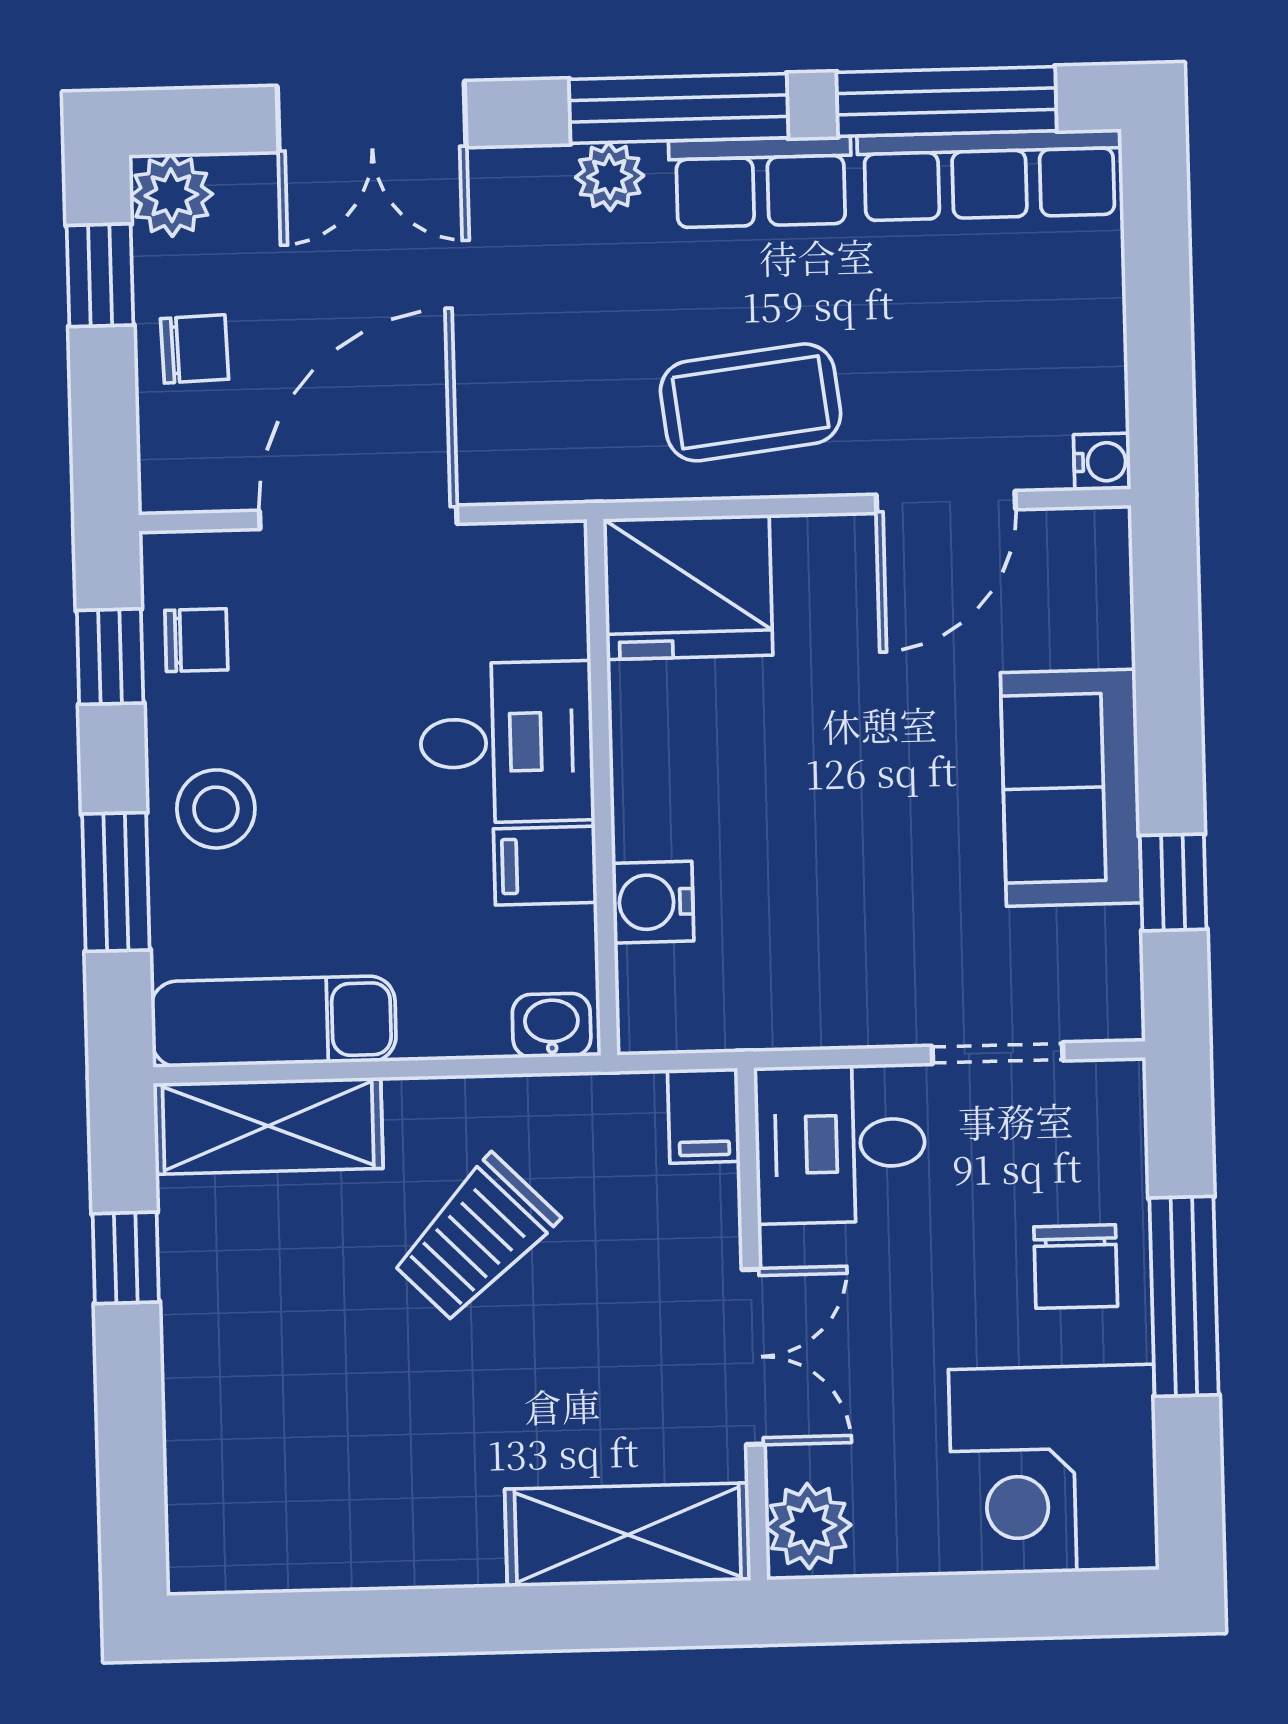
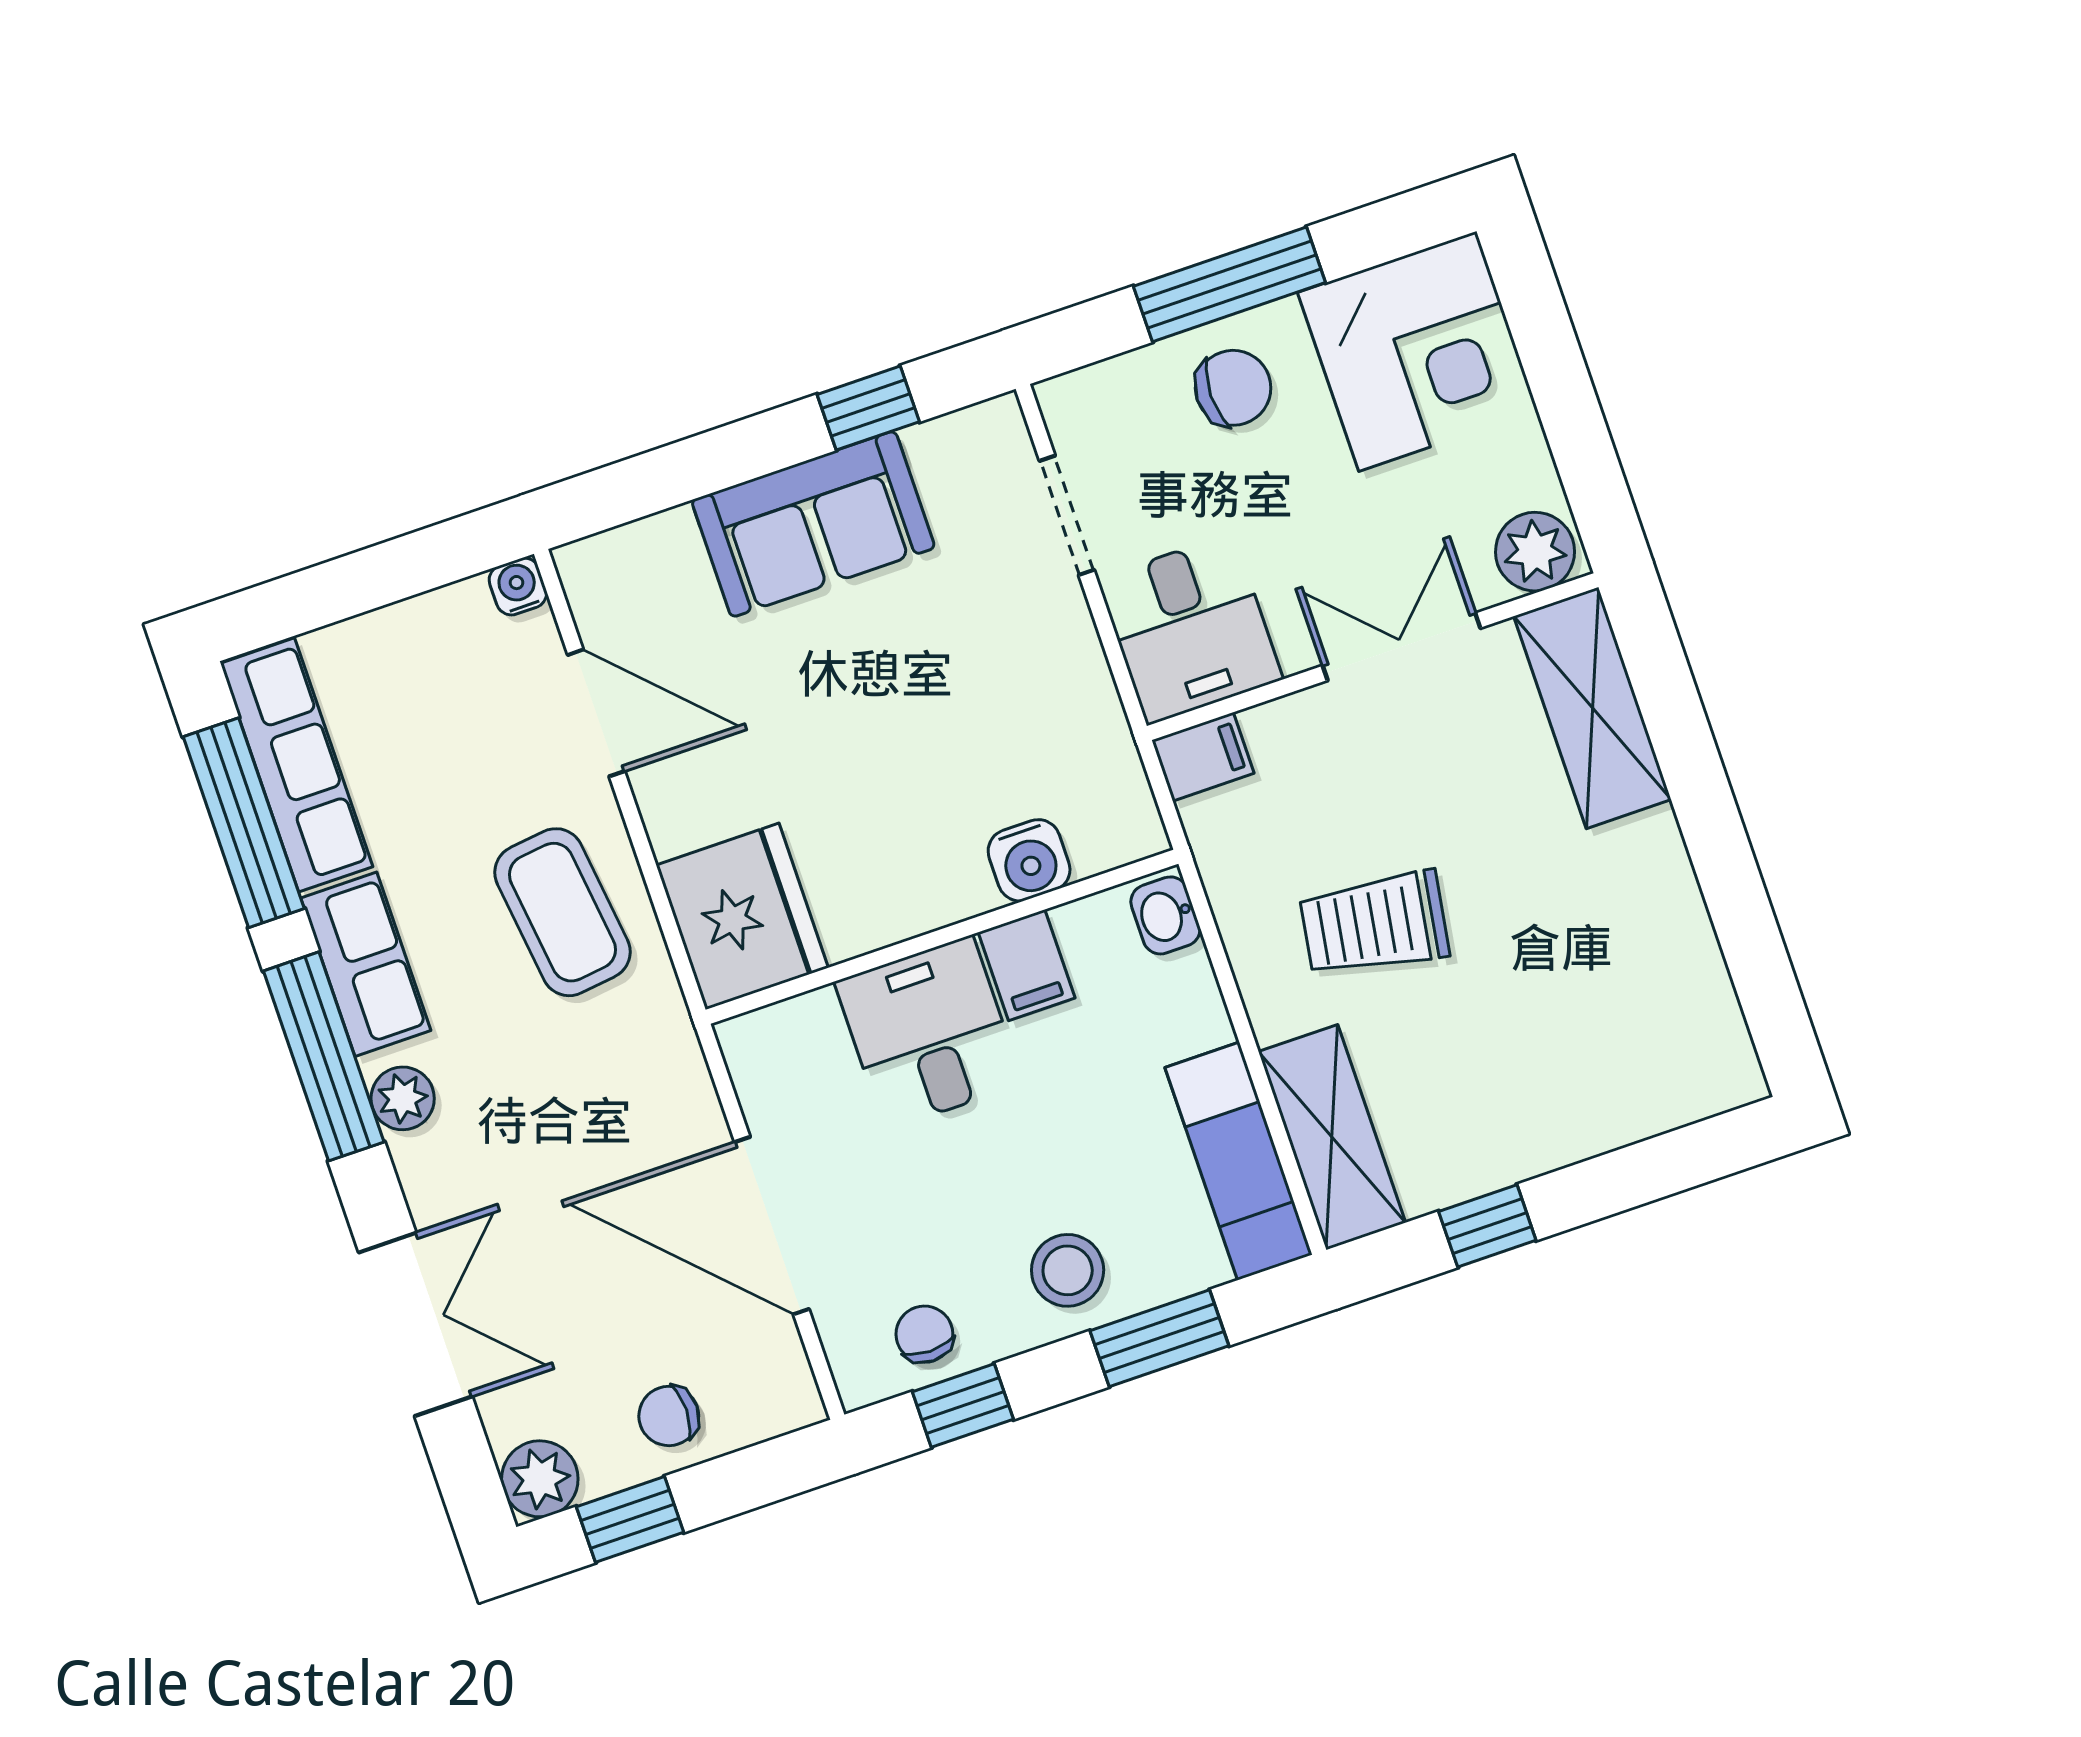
chair: (195, 349) -> (669, 1416), turned -88
trolley: (475, 1239) -> (1374, 924), turned 144

